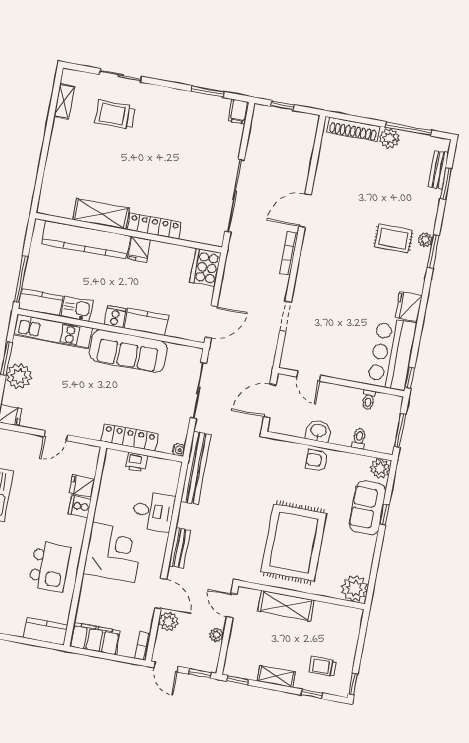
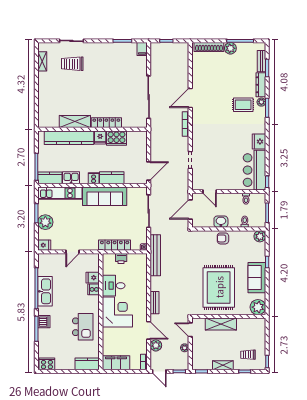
dresser: (430, 210) -> (261, 85), added
cooker: (205, 267) -> (116, 138), moved, turned -90
sofa: (367, 508) -> (257, 278), moved
desk: (153, 511) -> (114, 286), moved, turned 180

